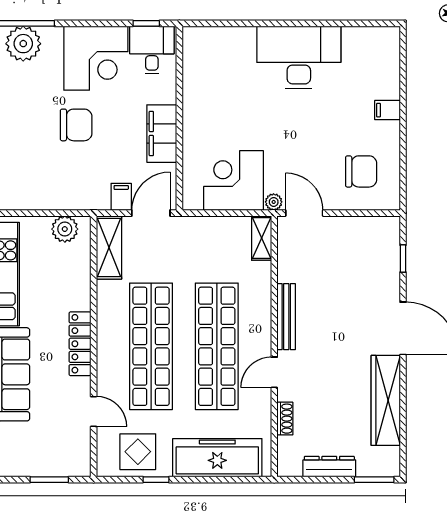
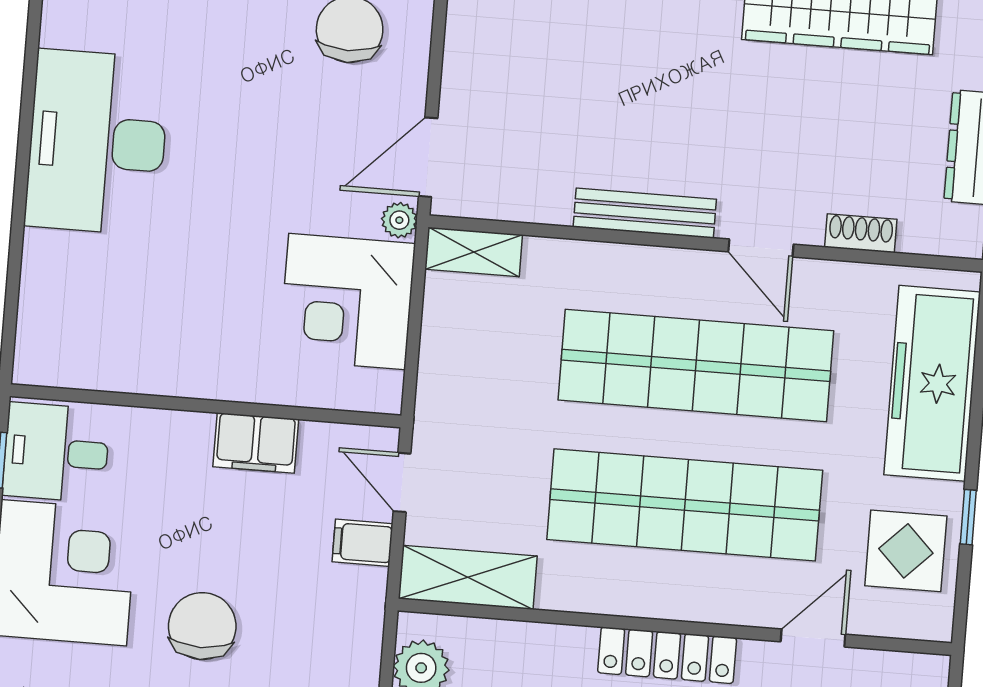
filing cabinet: (162, 134) -> (256, 443), width x0.67, depth x0.86
door: (151, 213) -> (402, 482), width x0.73

